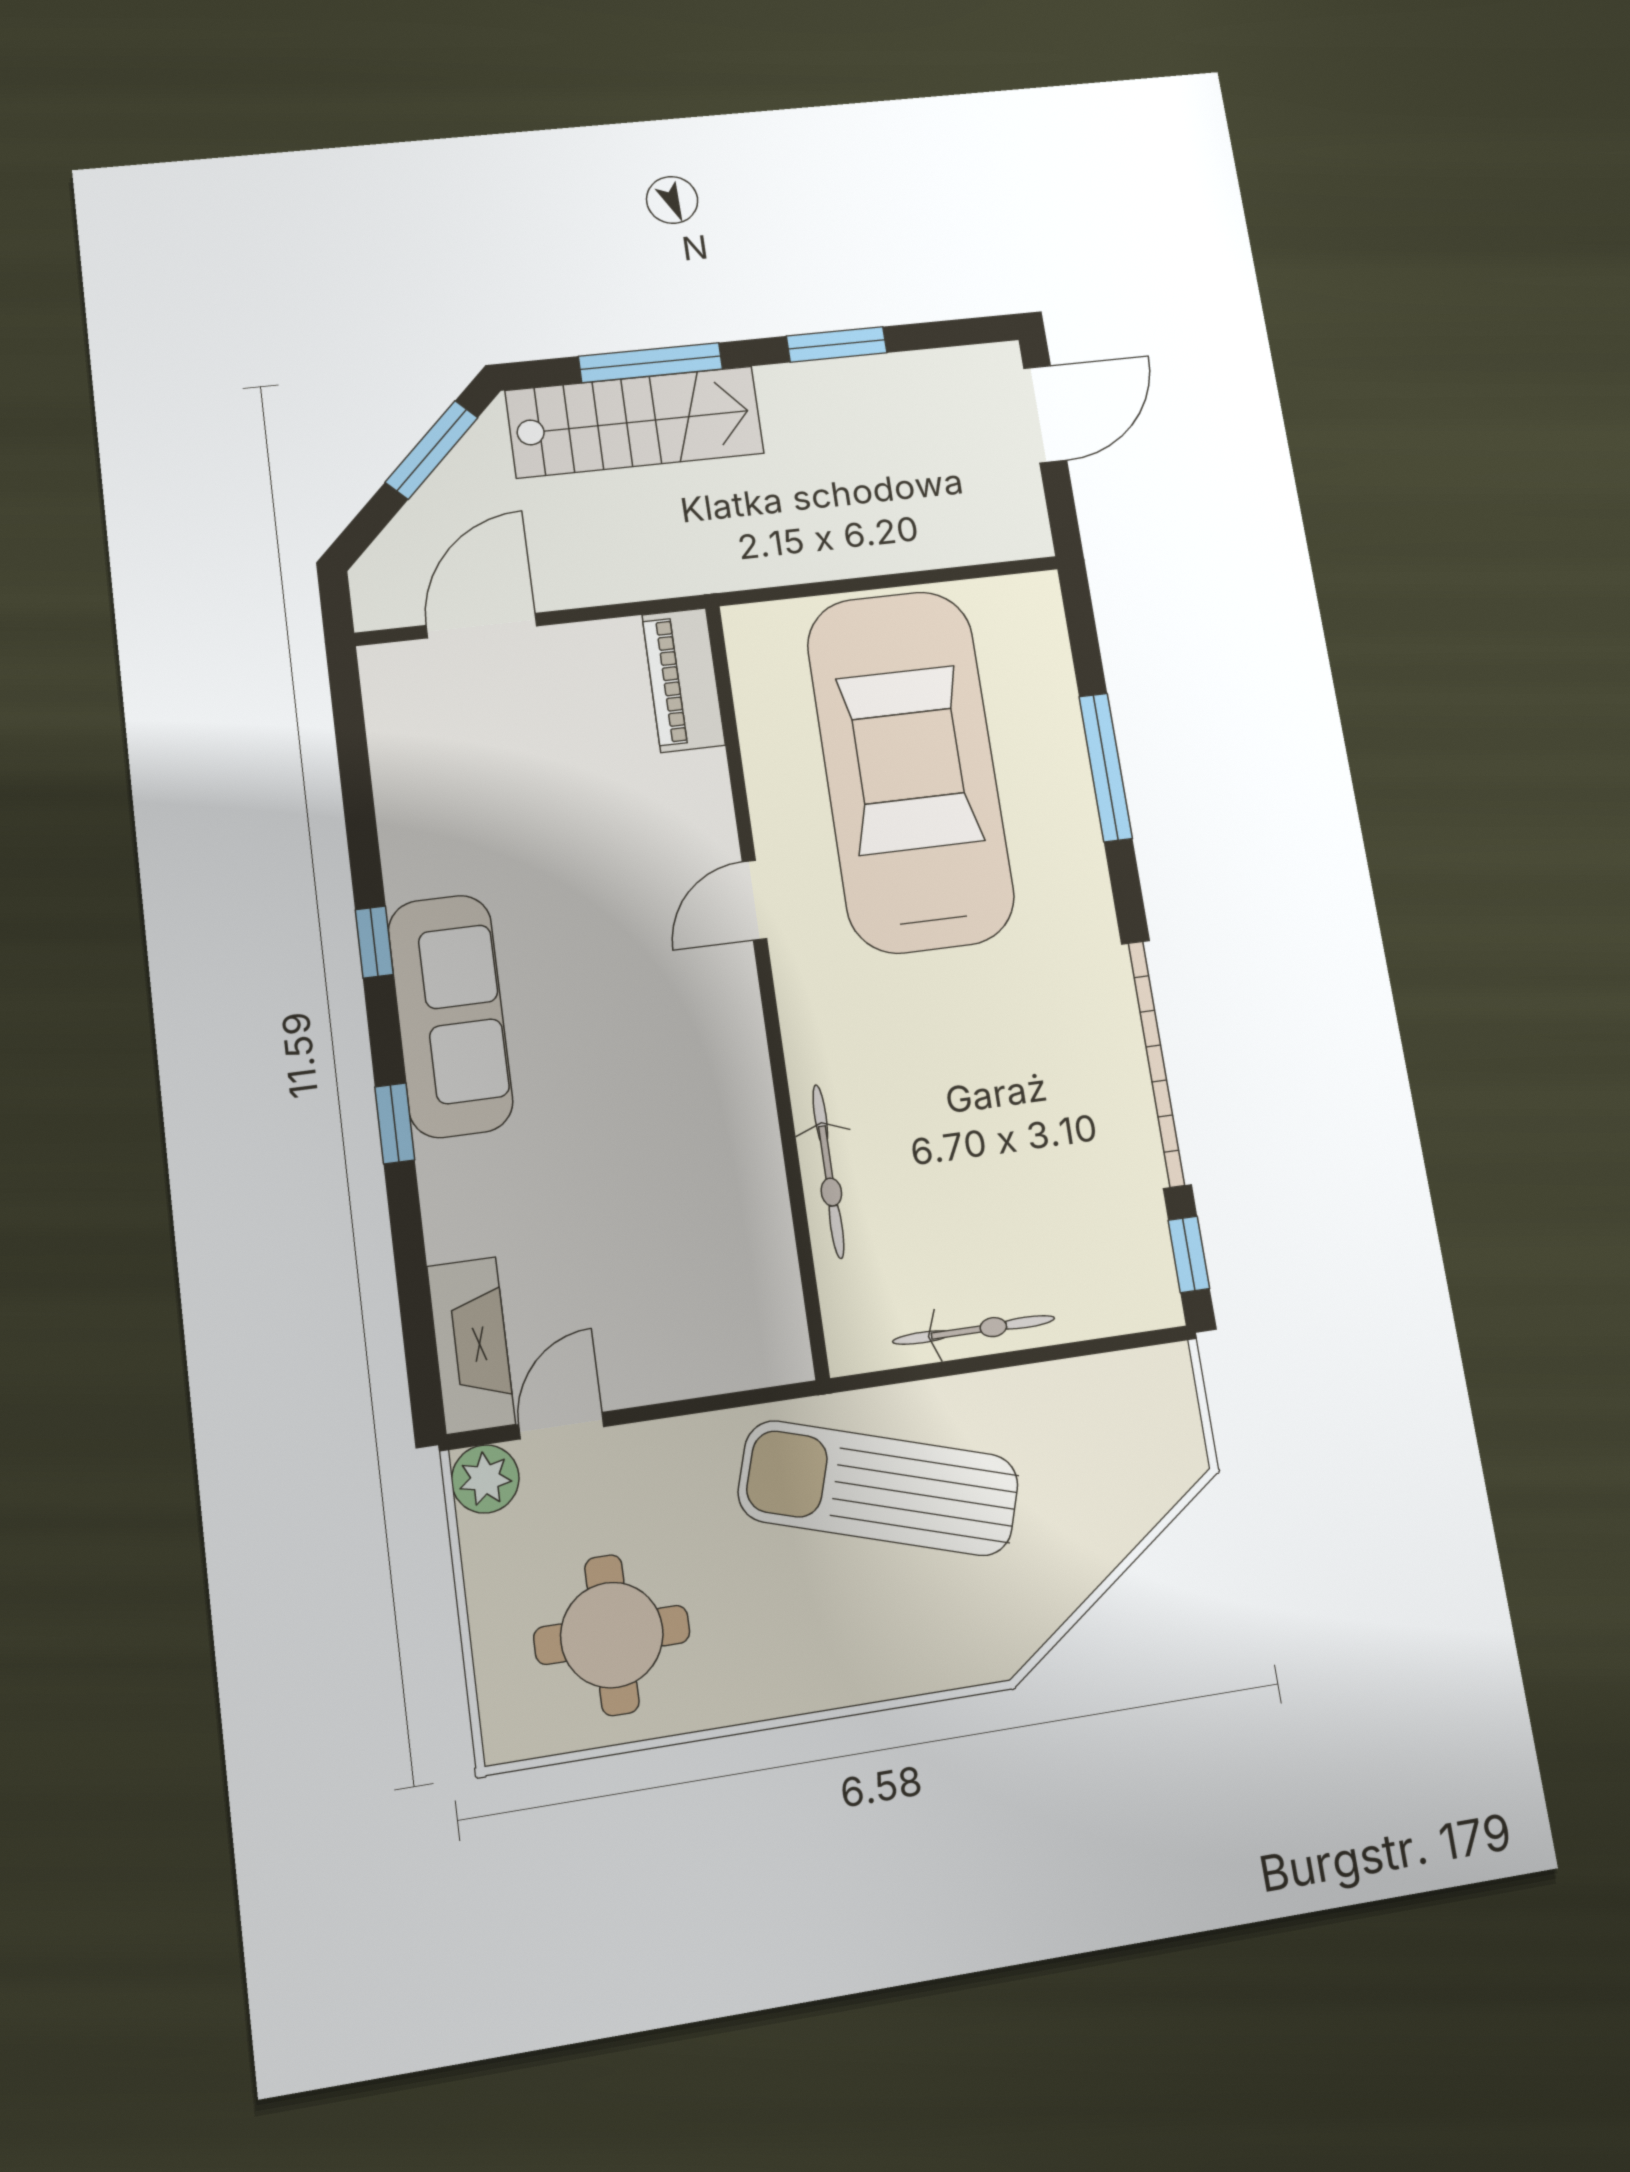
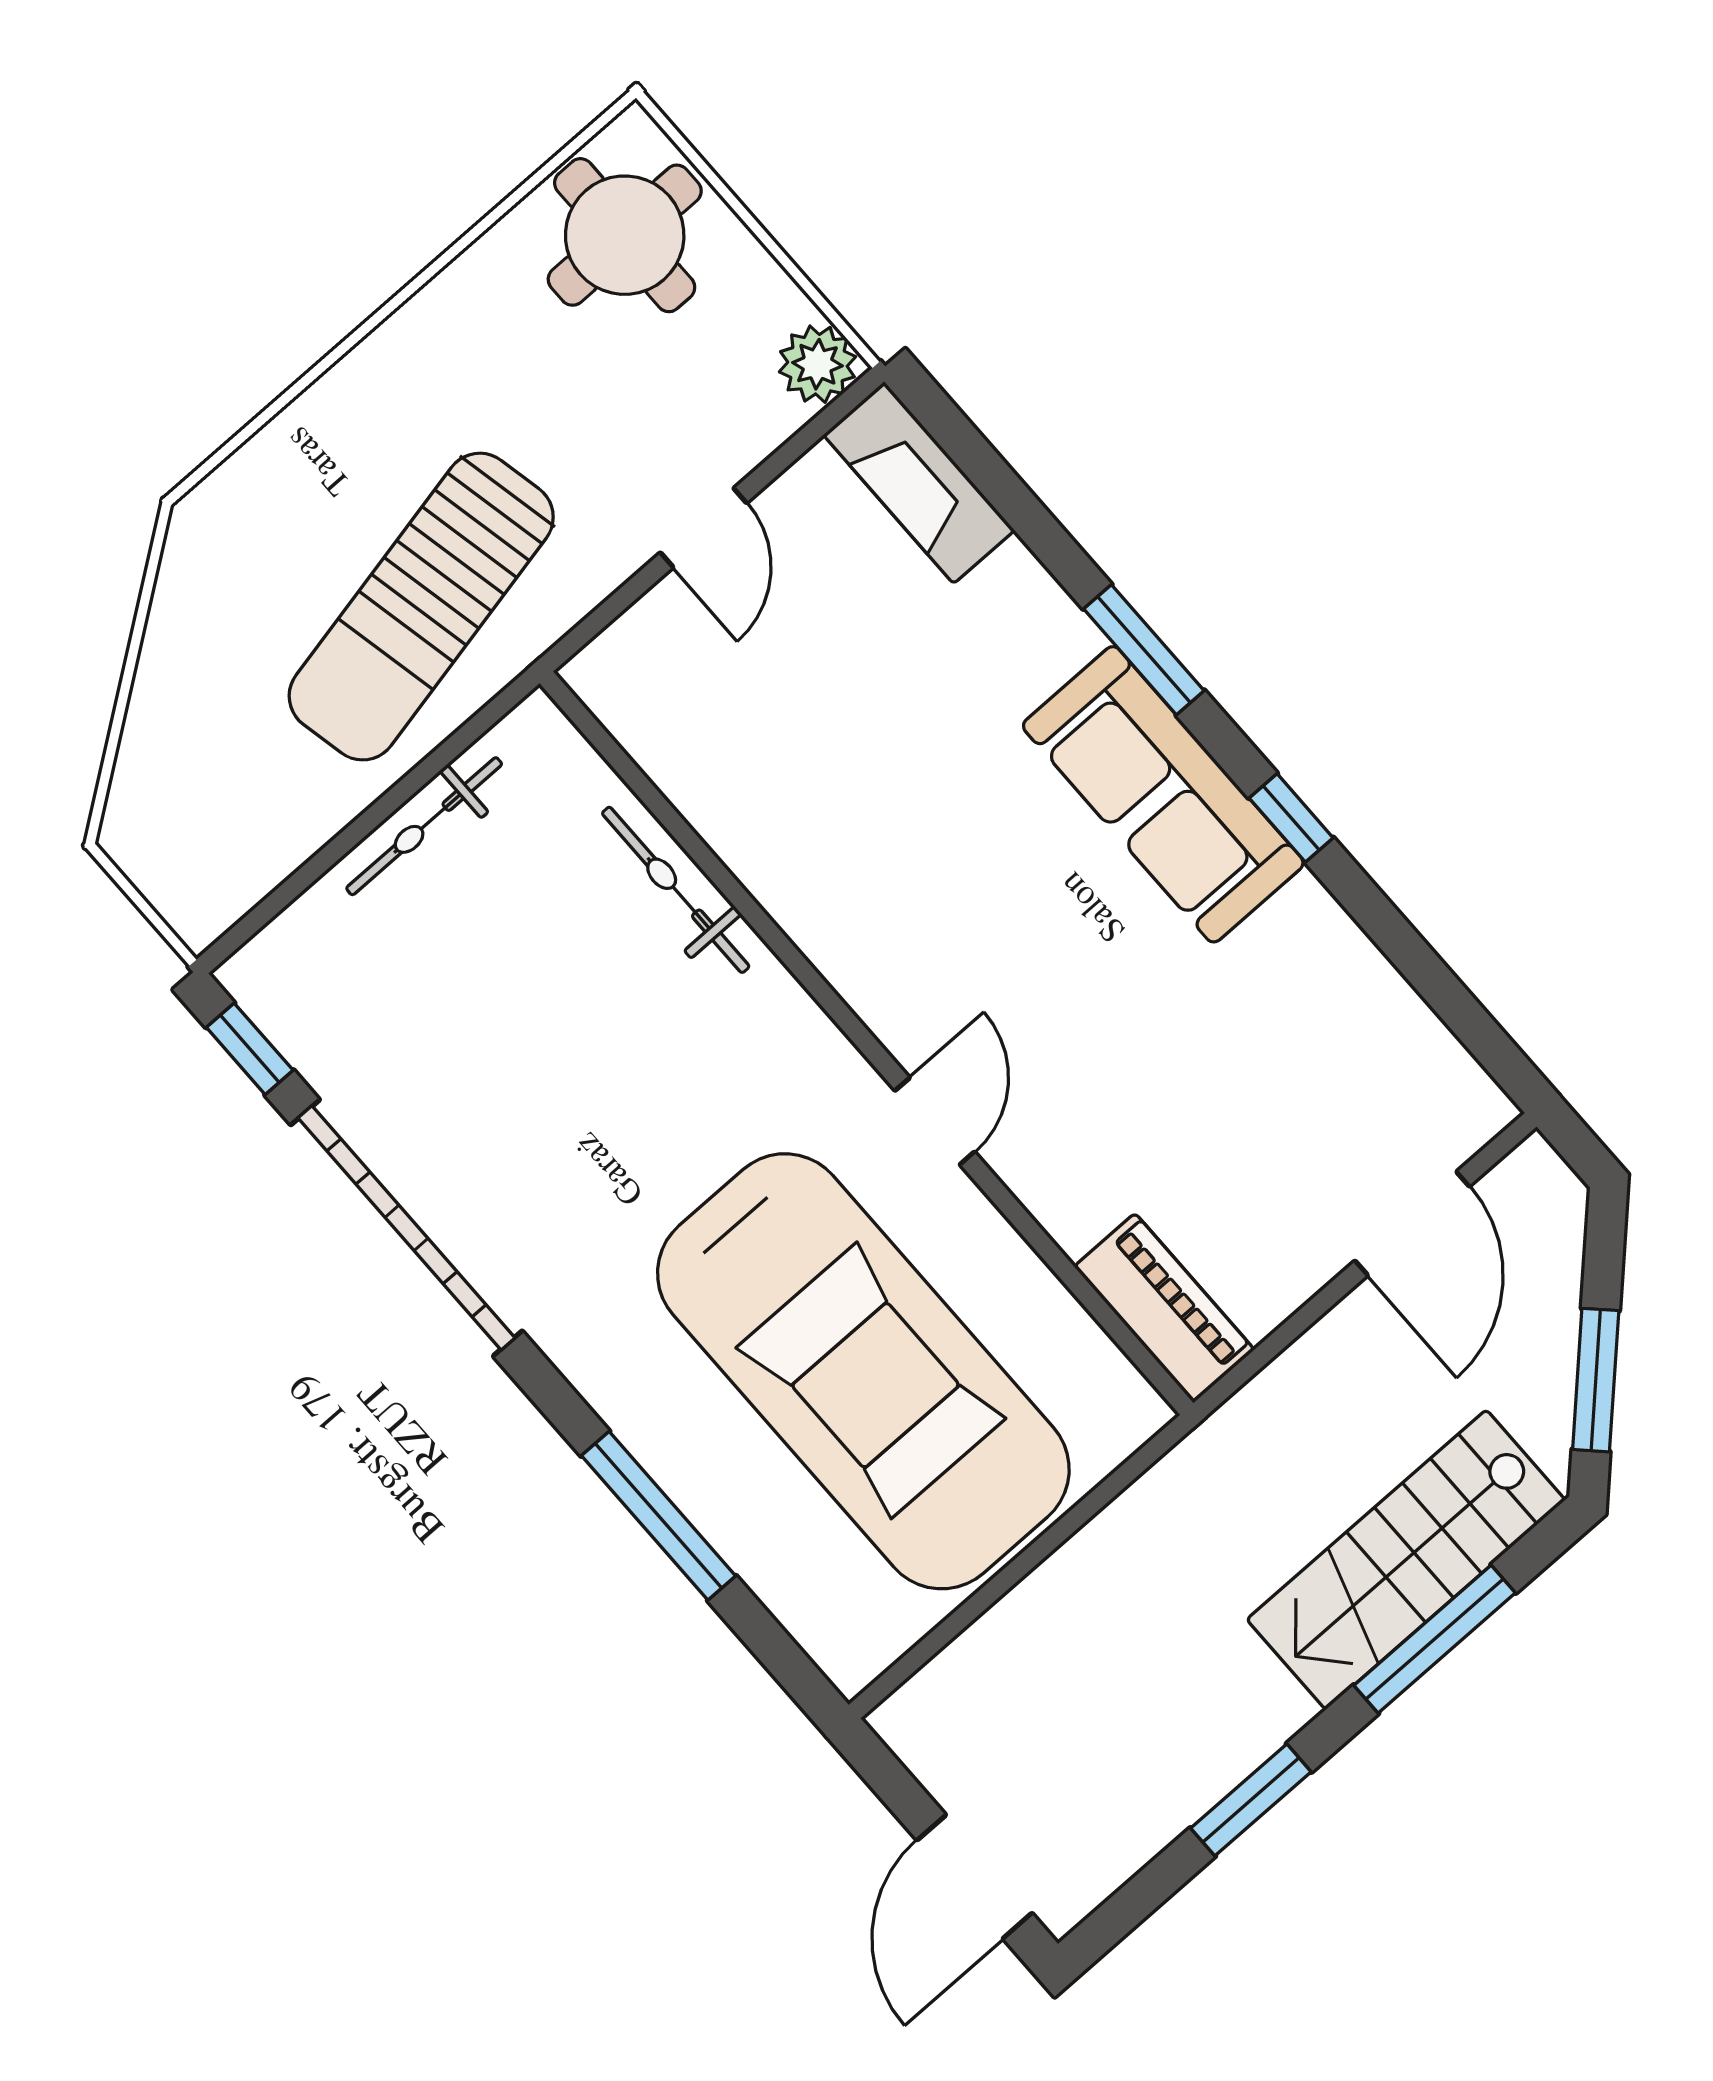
window: (395, 1123) -> (1144, 650), width x1.50
door: (561, 1426) -> (703, 528), moved
sun lounger: (879, 1488) -> (421, 607), turned 151
round table: (612, 1635) -> (625, 235), moved

